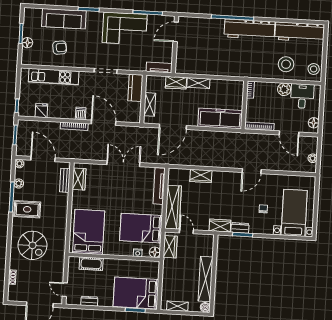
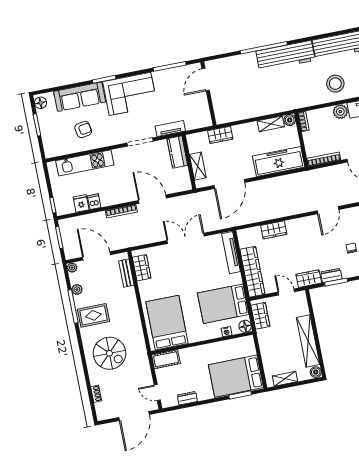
corner sofa: (125, 28) -> (130, 94), moved
floor lamp: (27, 43) -> (41, 103), moved
tv unit: (159, 68) -> (170, 129), moved
shelving: (198, 83) -> (271, 124), moved
boiler: (239, 85) -> (290, 120), added
dishwasher: (81, 114) -> (94, 202), moved
door: (186, 231) -> (286, 292), moved
cot: (91, 264) -> (166, 359), moved

